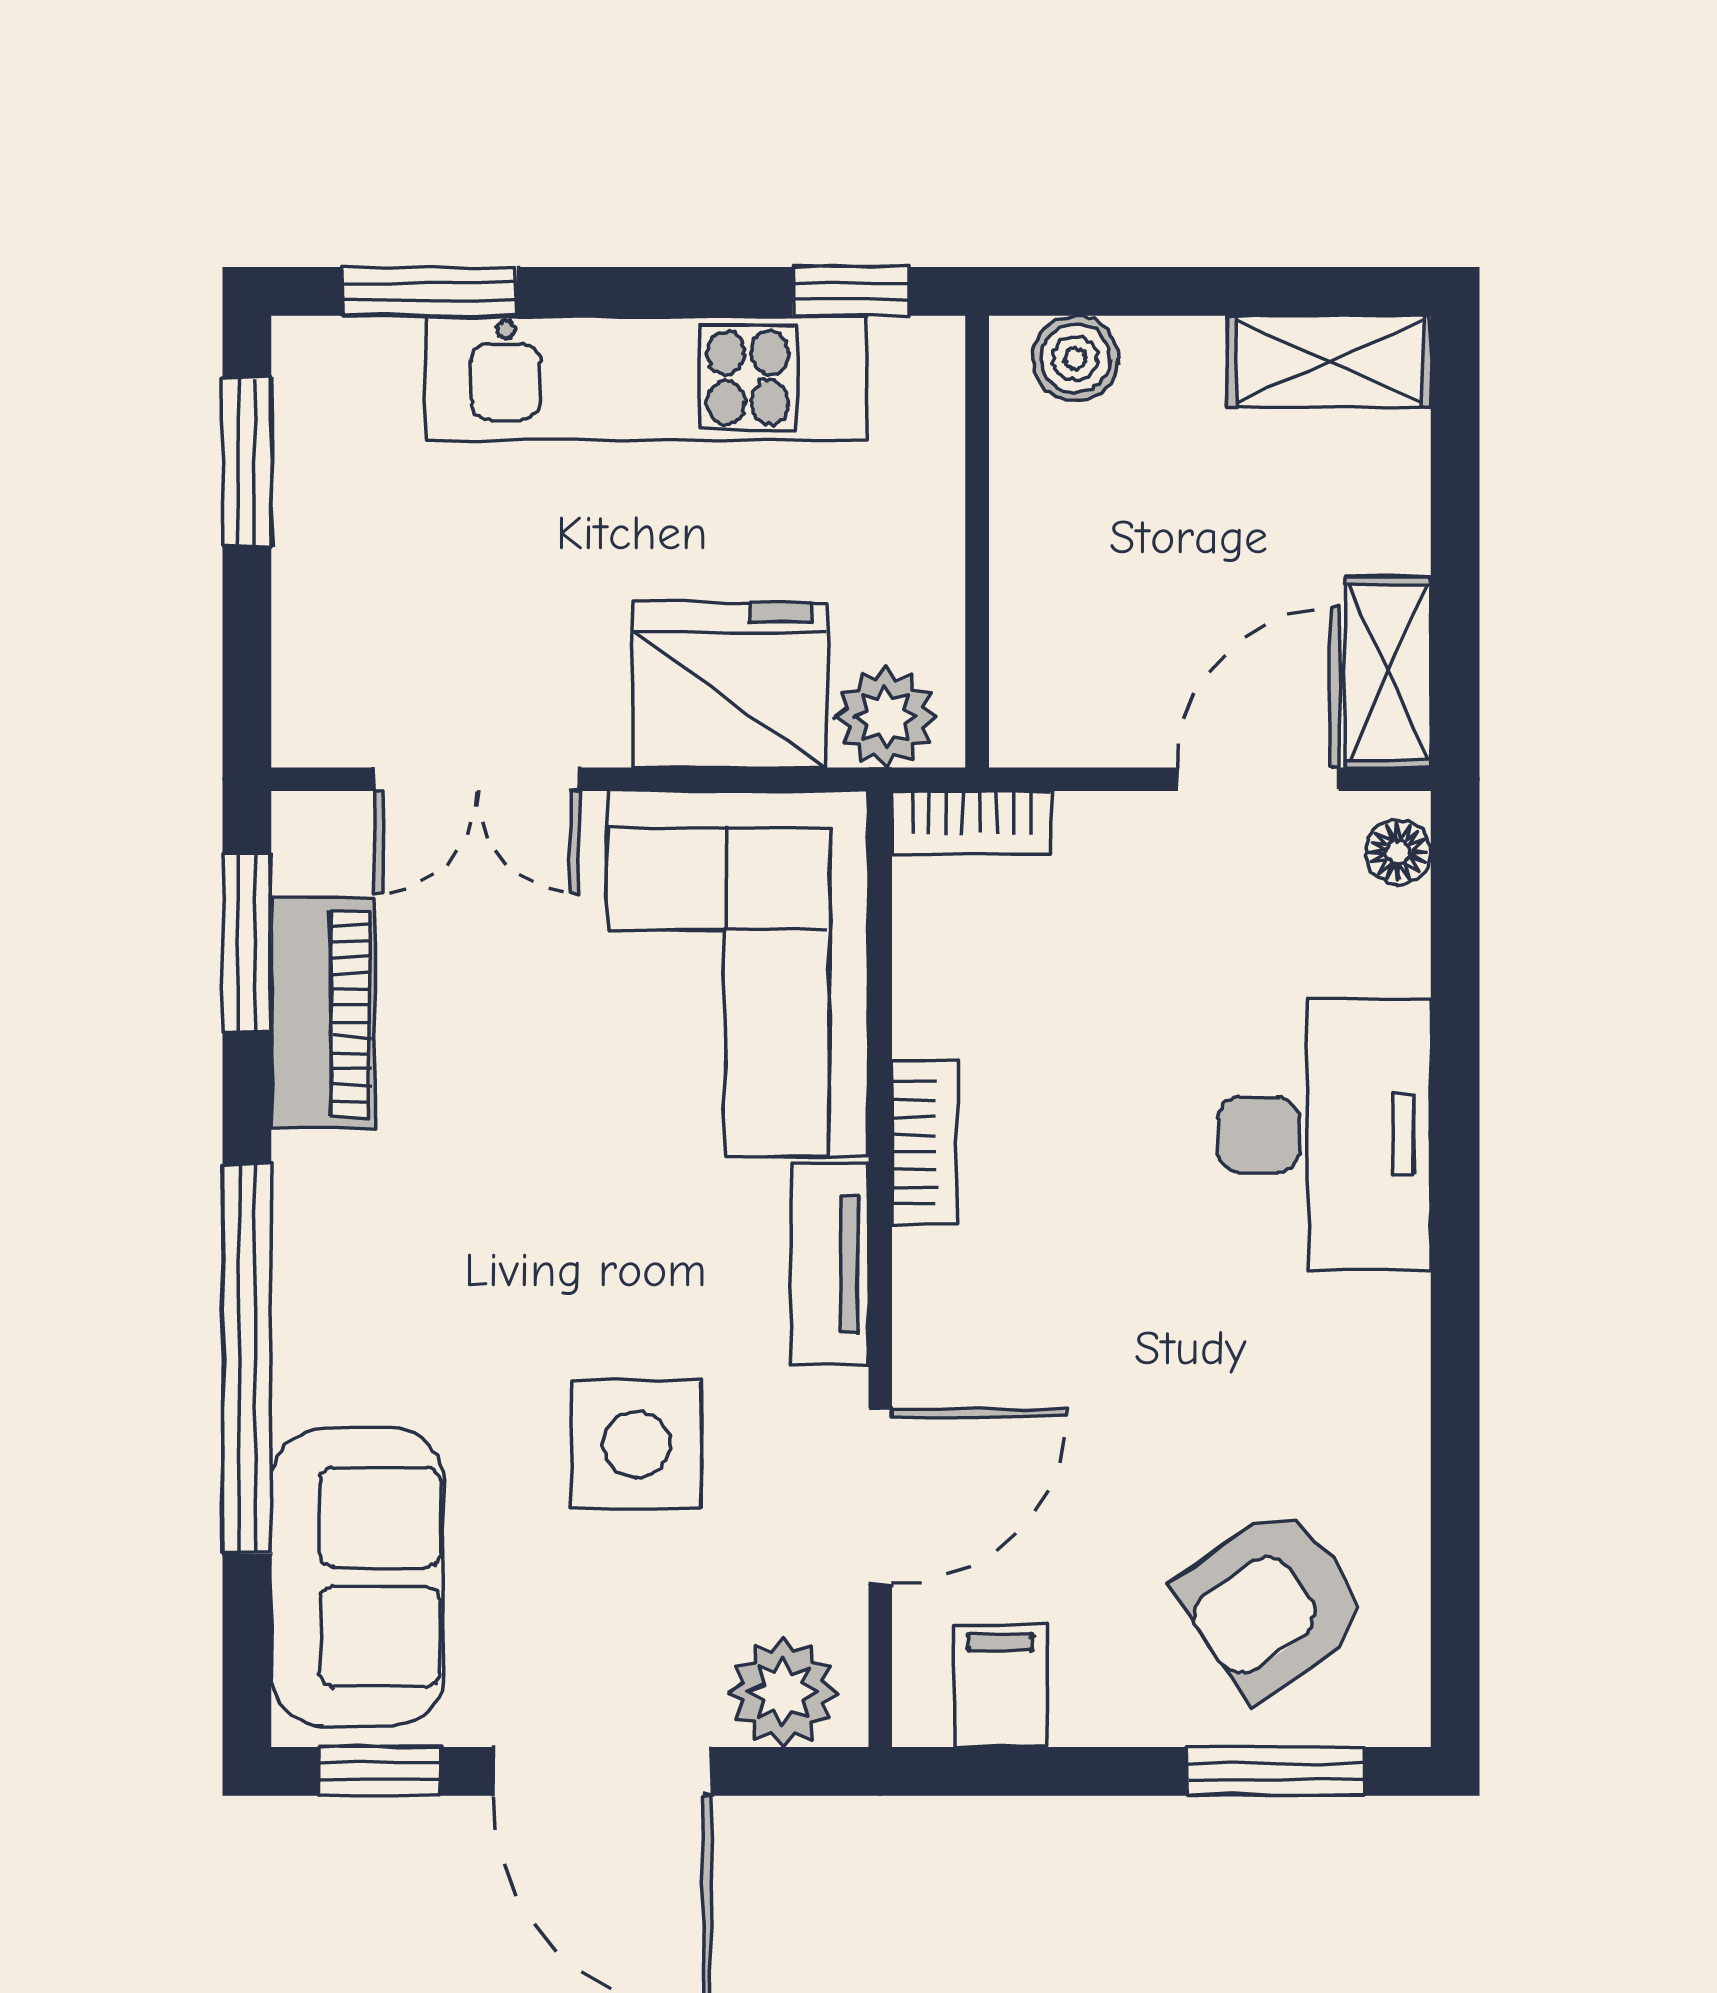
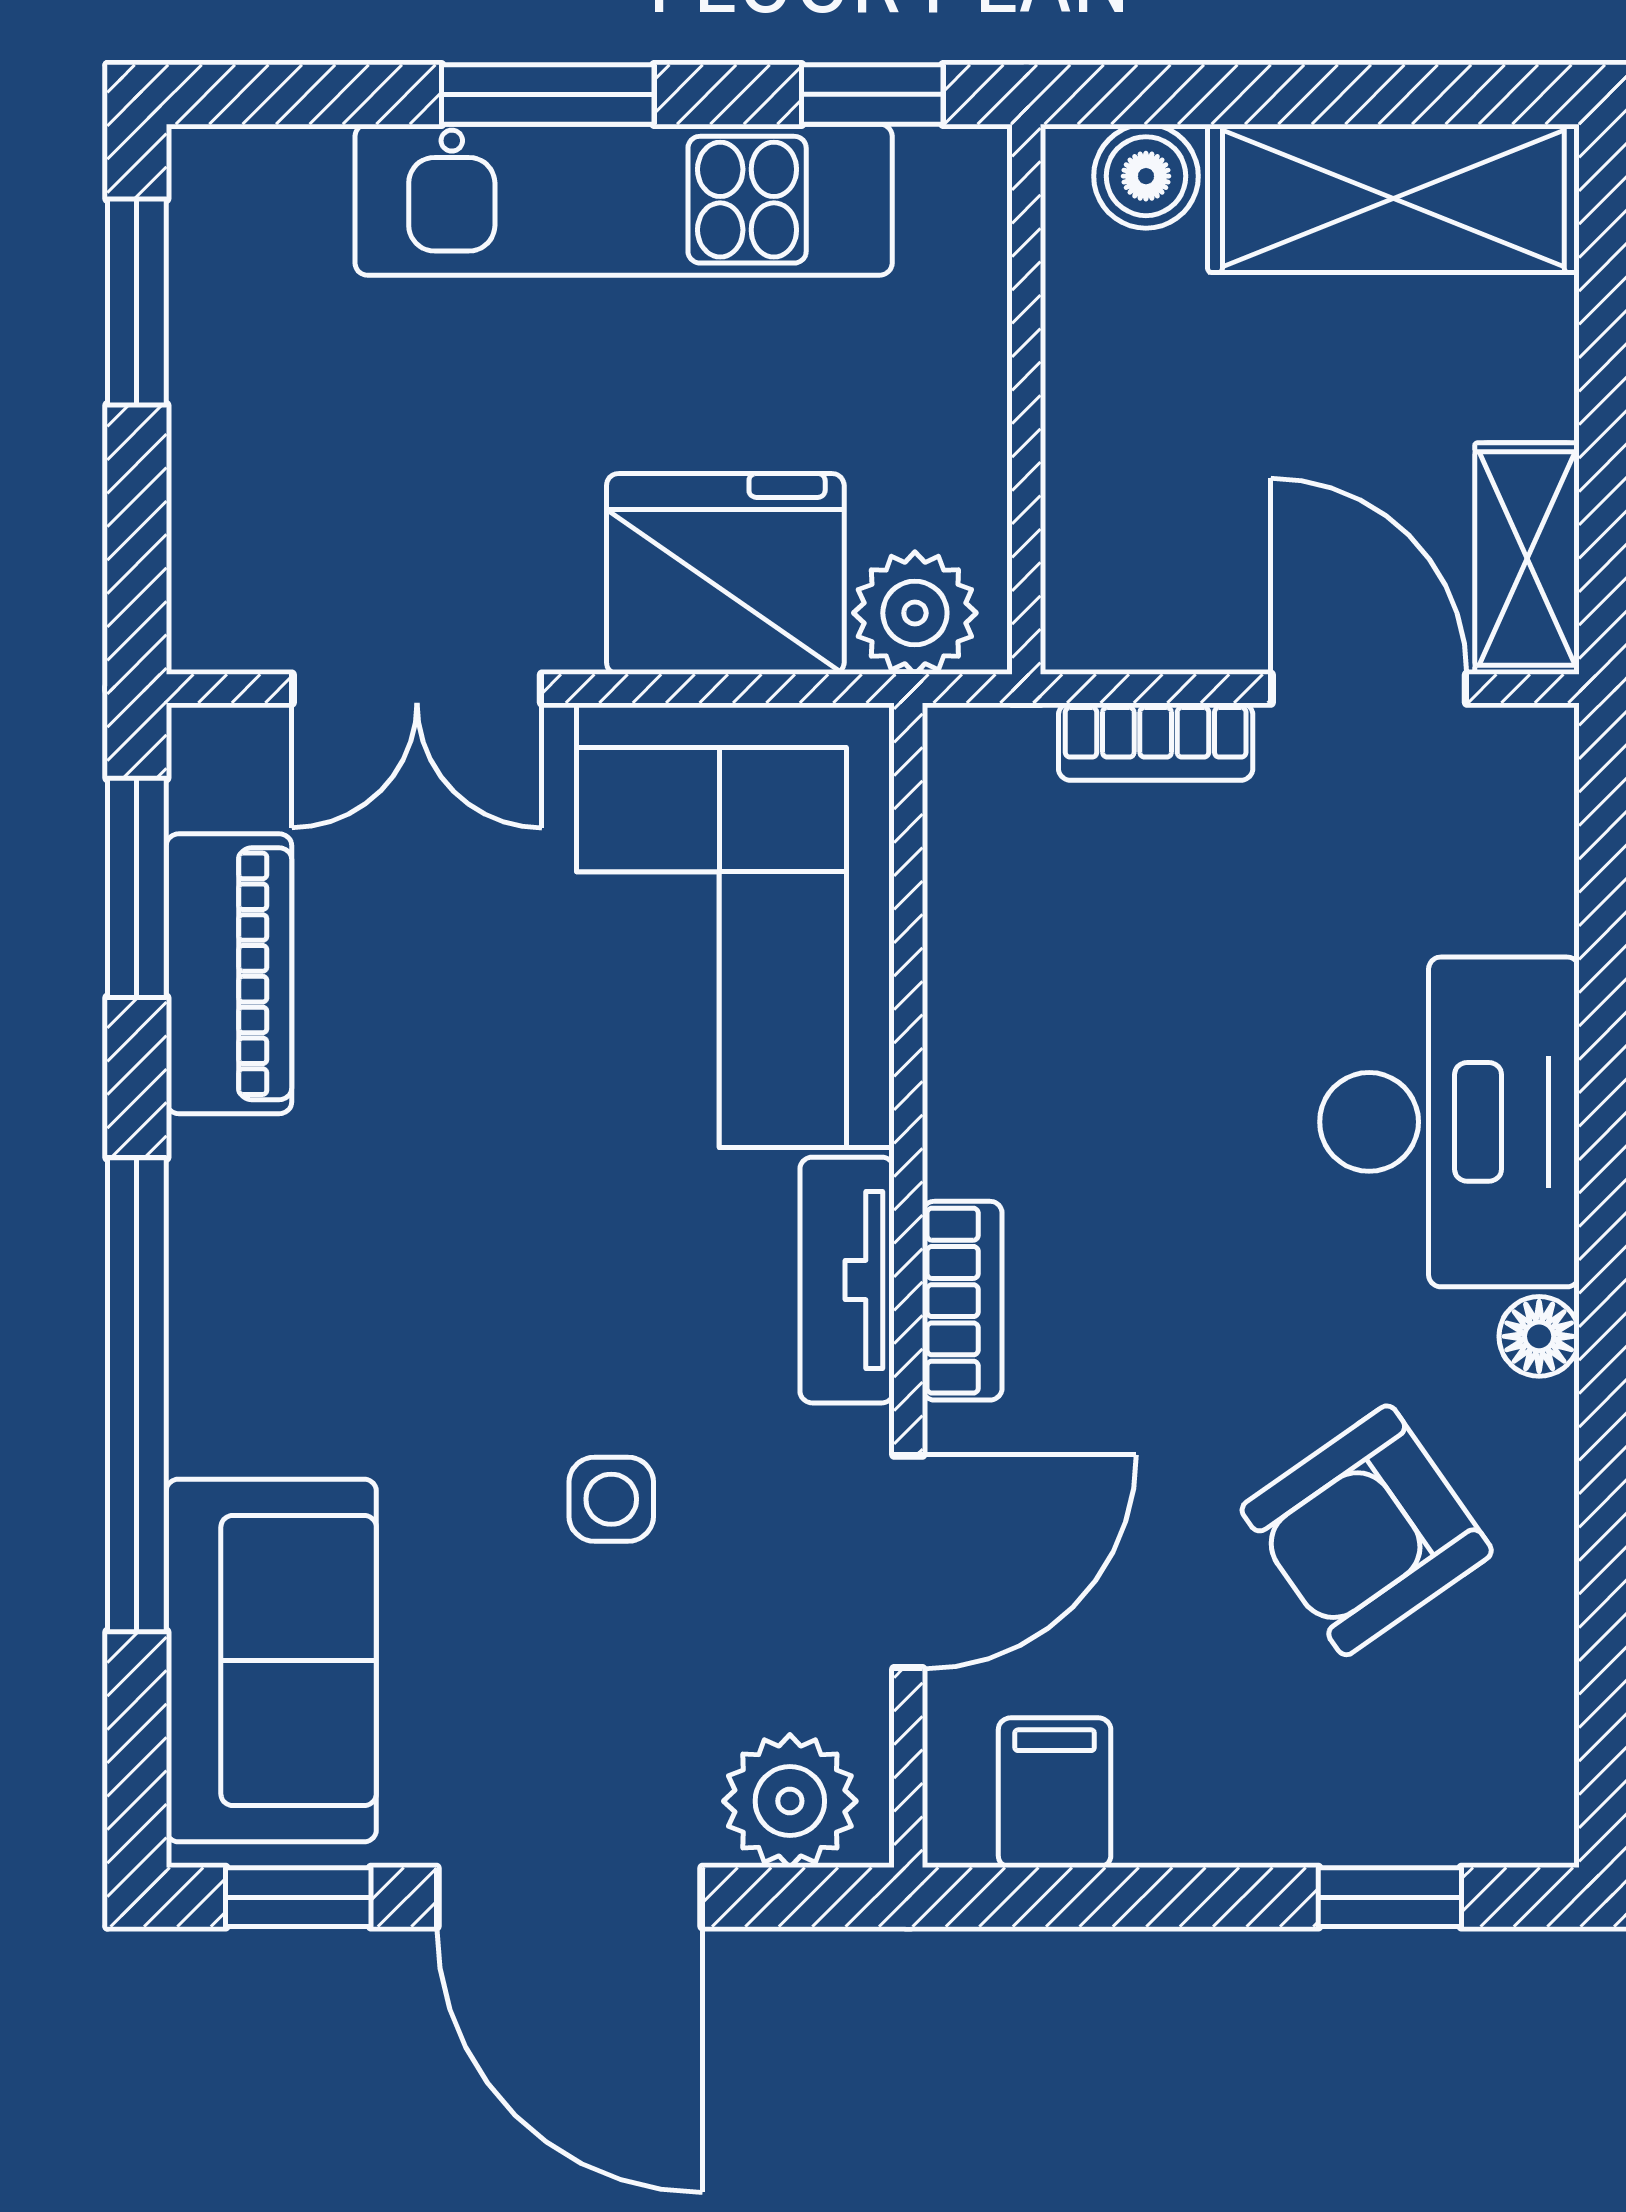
window: (430, 291) -> (548, 94), moved
shelving: (1329, 361) -> (1393, 198), width x1.50, depth x1.33
door: (1258, 779) -> (1369, 689), hinge flipped
bookcase: (971, 823) -> (1156, 742), moved
floor lamp: (1398, 852) -> (1539, 1336), moved
bookcase: (924, 1143) -> (962, 1301), moved
side table: (636, 1445) -> (611, 1499), width x0.54, depth x0.54
armchair: (1272, 1603) -> (1367, 1530), moved
window: (1276, 1771) -> (1390, 1897), width x0.67

